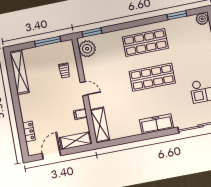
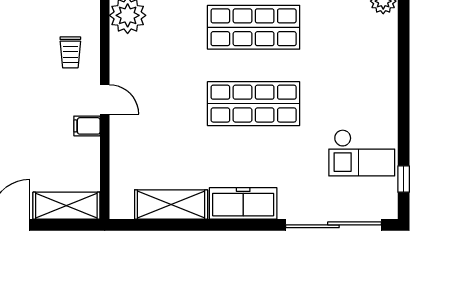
filing cabinet: (80, 114) -> (87, 126), moved
shelving: (100, 125) -> (171, 204), moved, turned 90

